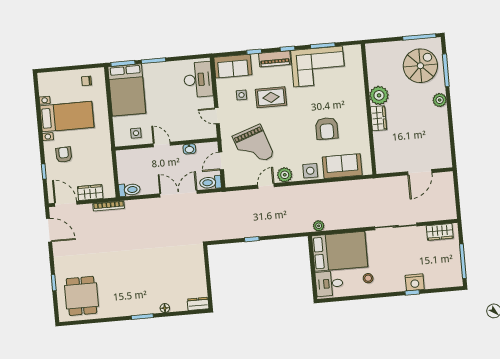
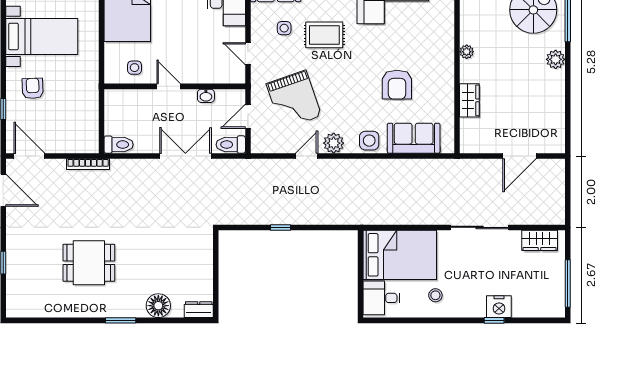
plant: (379, 95) -> (467, 52), width x0.53, depth x0.53
wardrobe: (378, 118) -> (469, 100), moved
wardrobe: (90, 193) -> (64, 144), removed
plant: (319, 226) -> (374, 217), removed
dining table: (81, 296) -> (89, 263), moved, turned 90
floor lamp: (165, 308) -> (158, 306), width x1.89, depth x1.89

